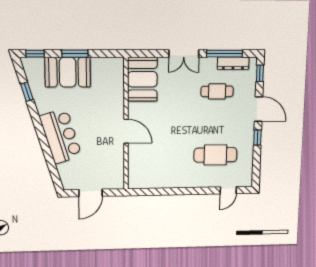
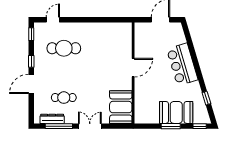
window: (260, 73) -> (31, 34), moved
door: (259, 109) -> (31, 84), hinge flipped
door: (126, 131) -> (133, 68), swing flipped

